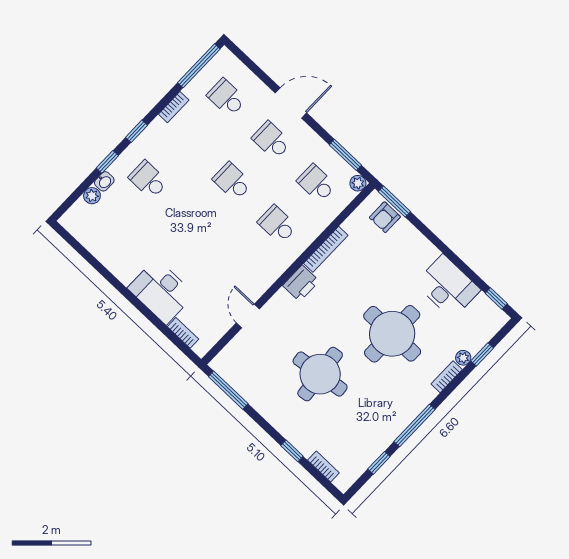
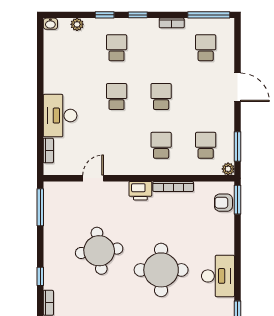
school desk: (271, 140) -> (117, 97), moved
washbasin: (104, 181) -> (50, 24), moved

